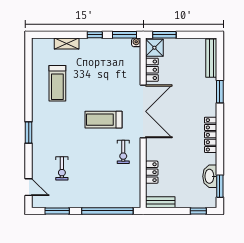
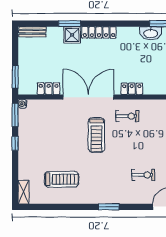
shelving: (67, 44) -> (23, 192), moved
shower: (154, 48) -> (72, 35), moved
bench: (211, 58) -> (32, 32), width x0.73
locker: (211, 135) -> (99, 32), moved
locker: (152, 172) -> (132, 89), moved

